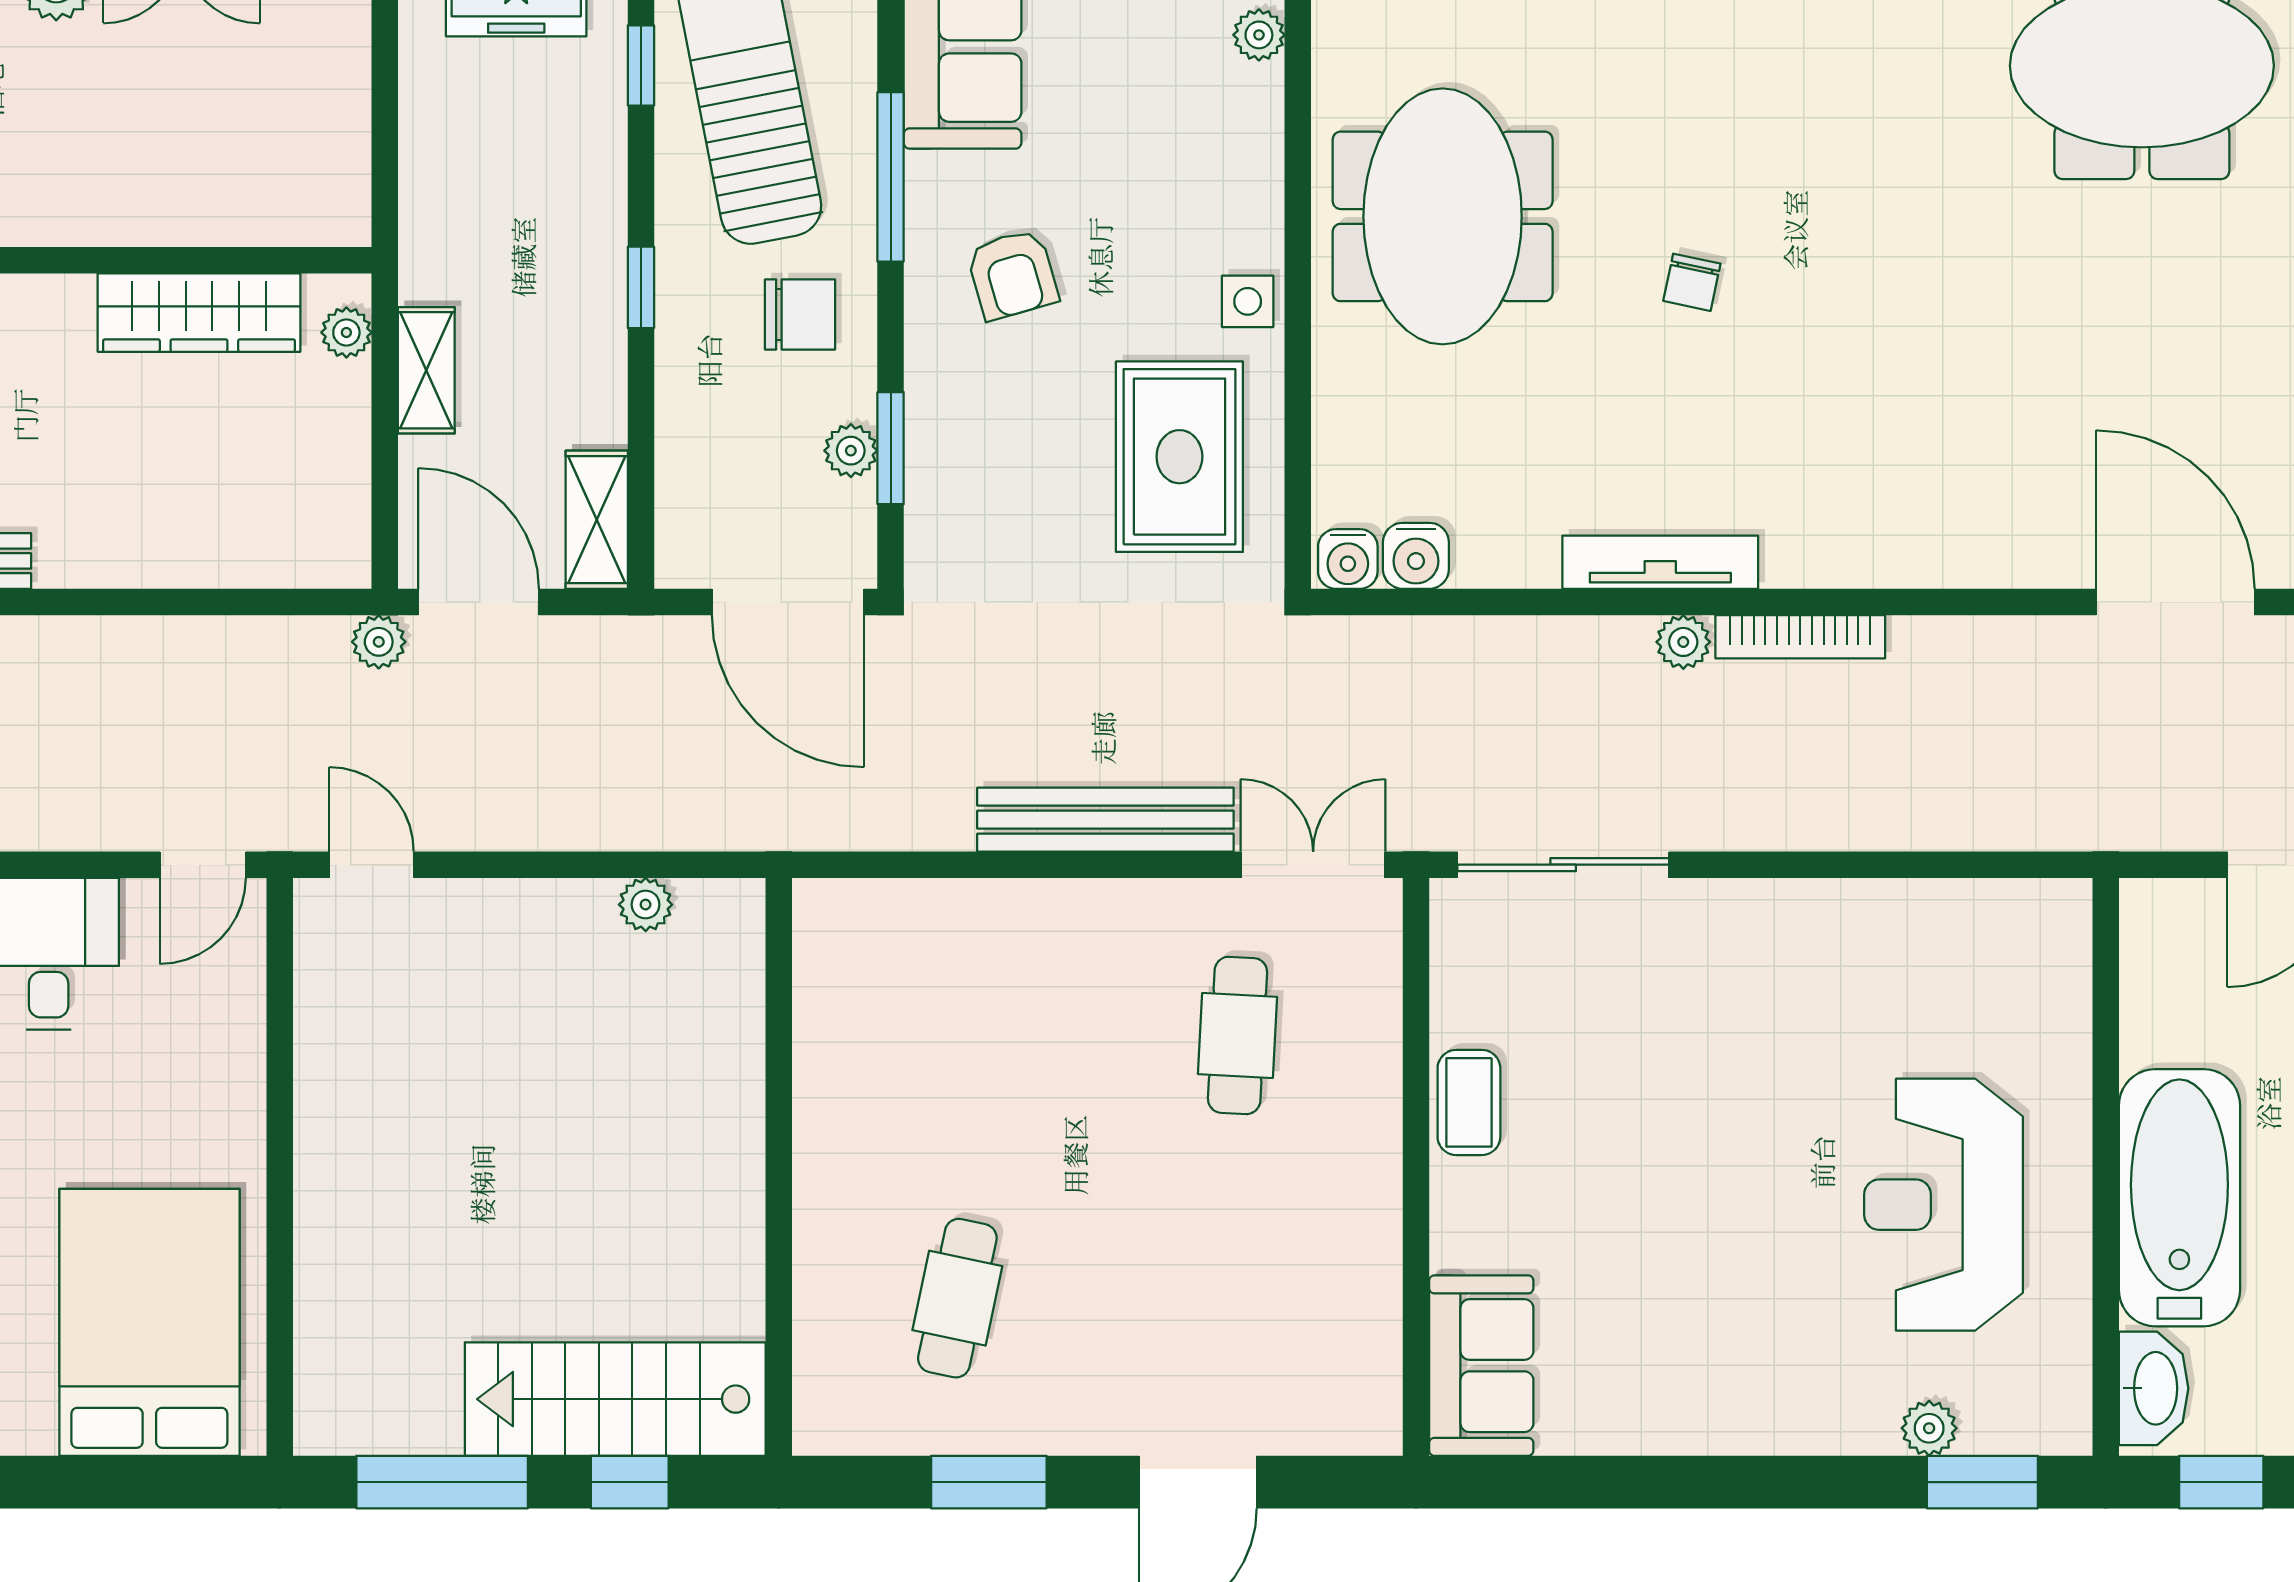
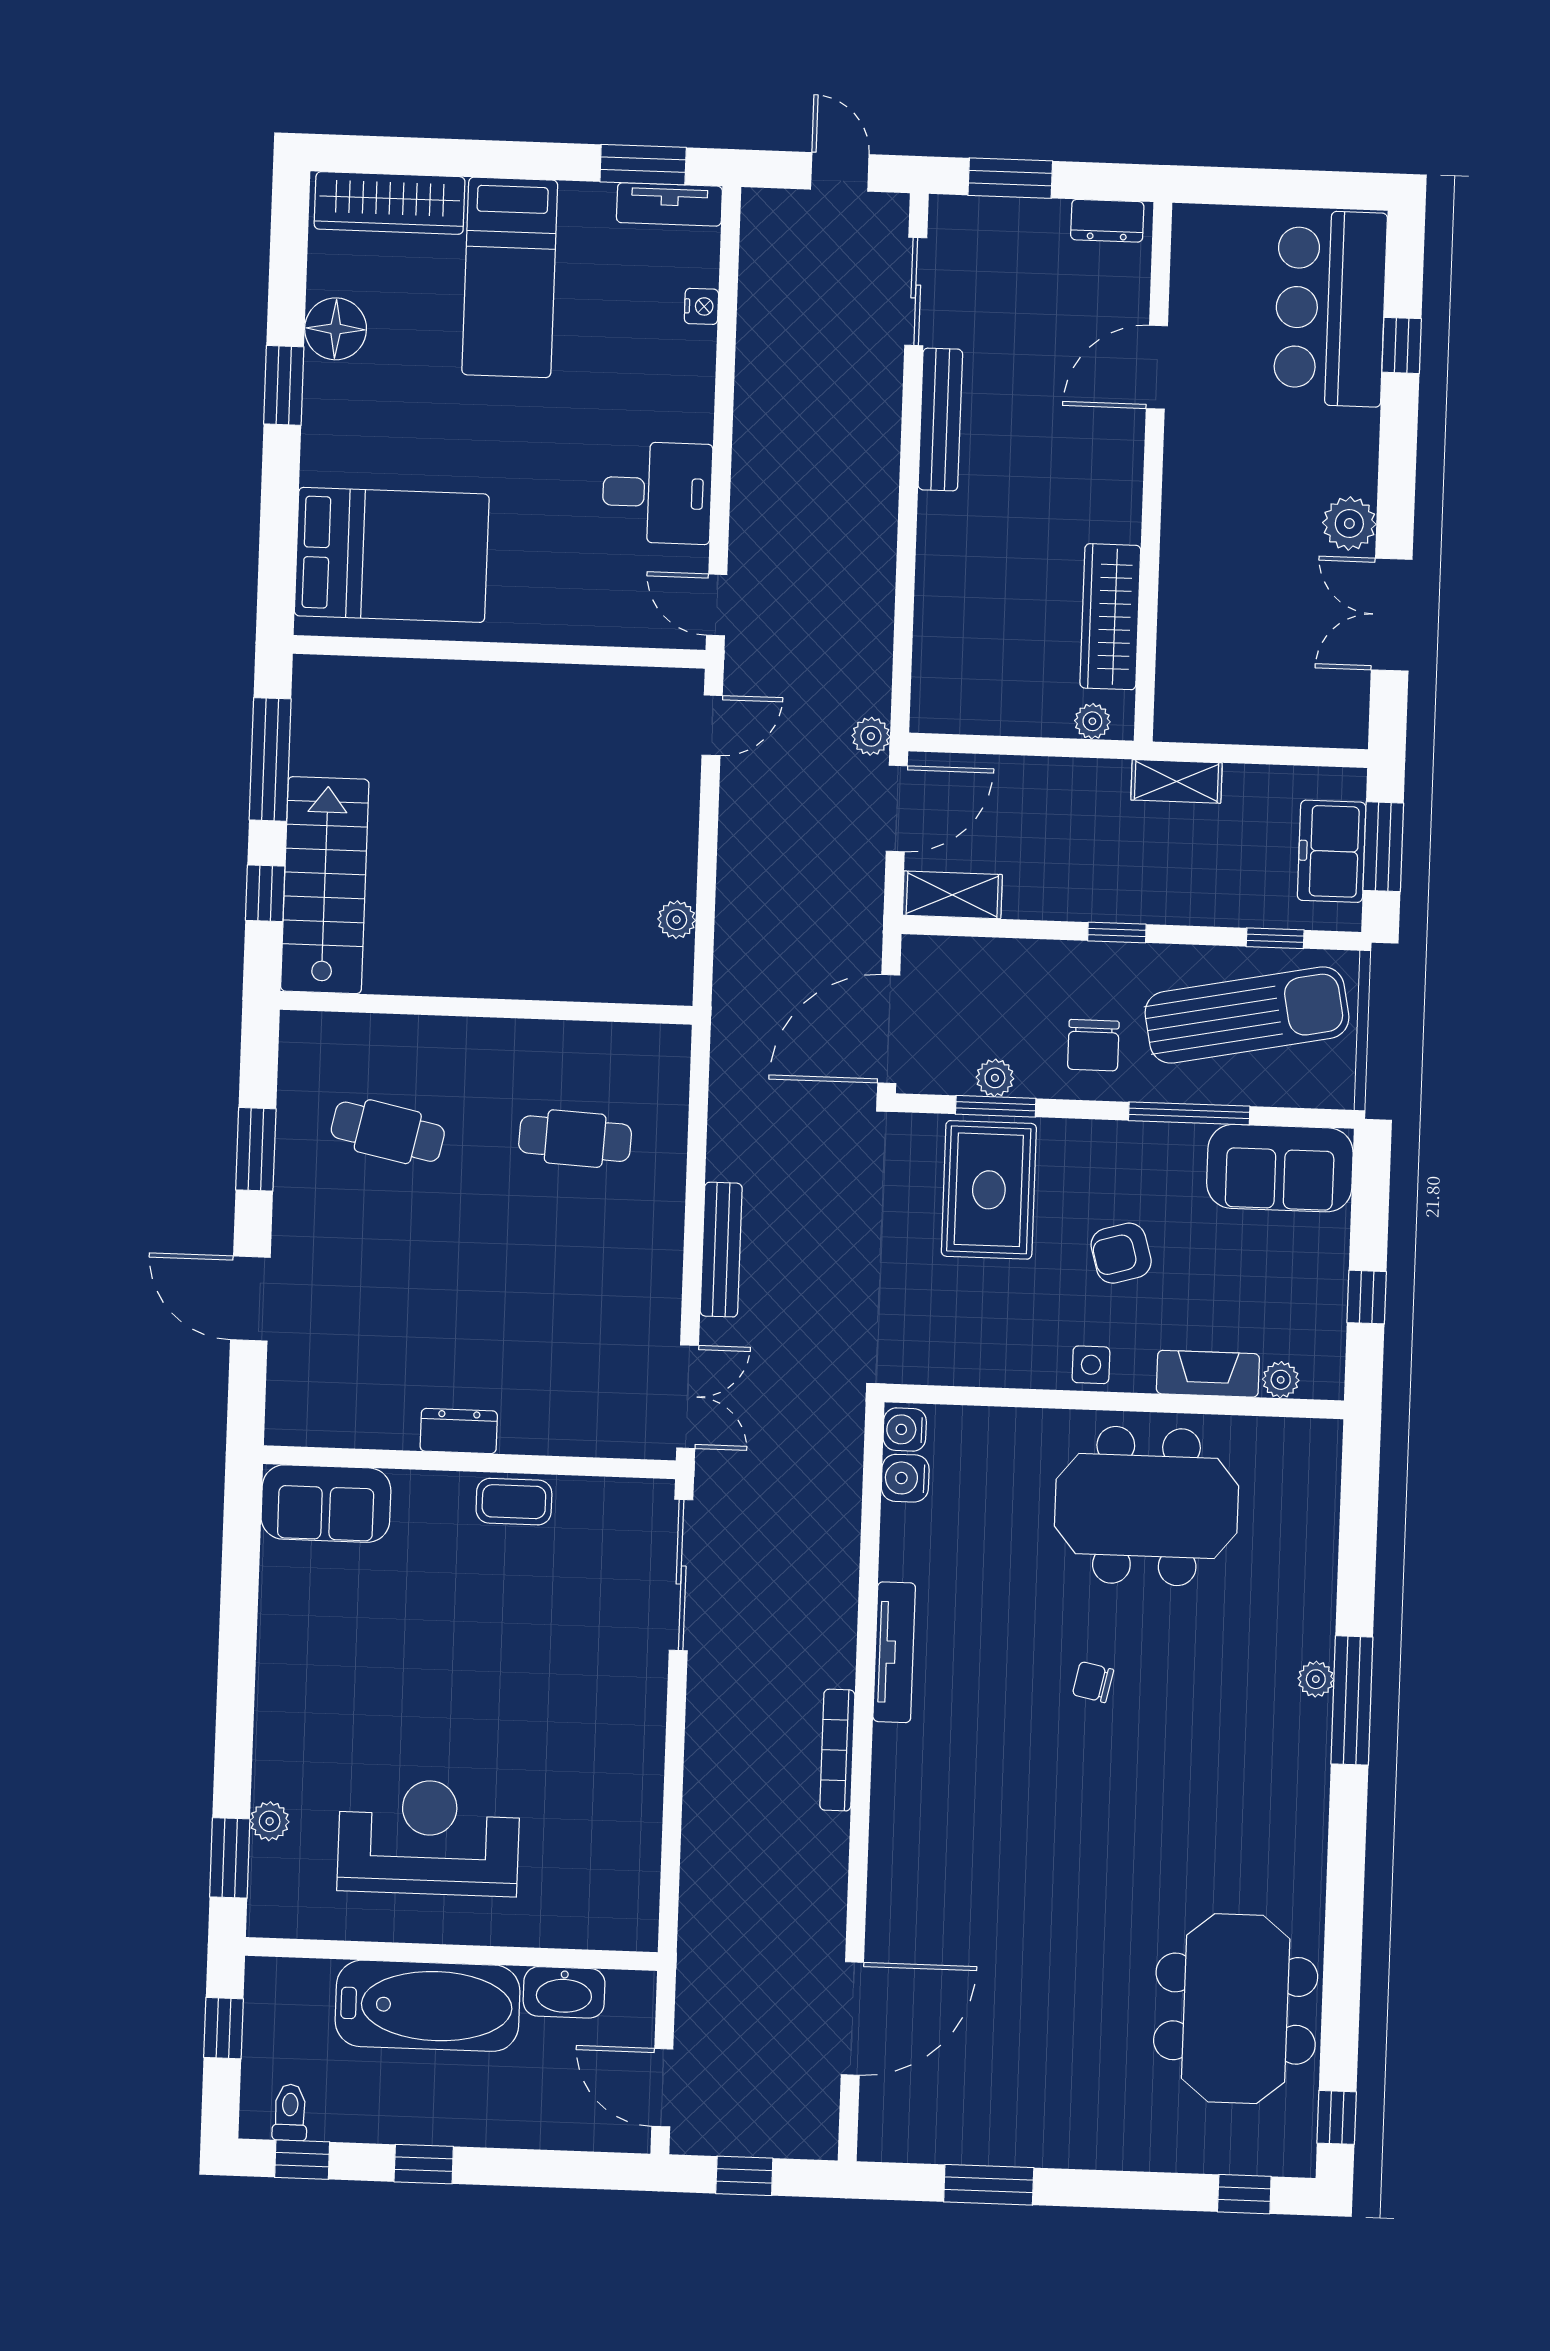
fireplace: (1254, 137) -> (1208, 1374), added
armchair: (1012, 274) -> (1121, 1253), moved
shelving: (426, 370) -> (1177, 781), moved
rug: (1179, 457) -> (989, 1190), moved, turned 90
plant: (1683, 642) -> (837, 1667), removed
bench: (1105, 820) -> (721, 1250), width x0.73, depth x0.82
cafe table: (1238, 1035) -> (575, 1139), moved
dresser: (1373, 1183) -> (459, 1431), added
washbasin: (2154, 1388) -> (564, 1992), moved

